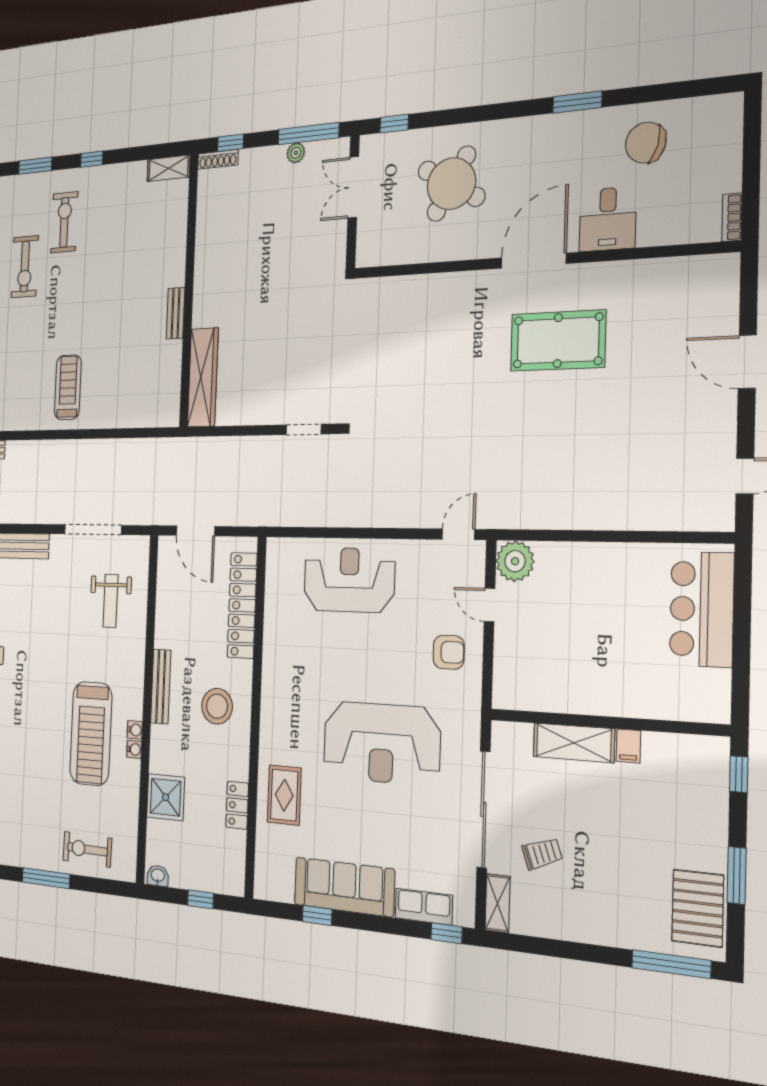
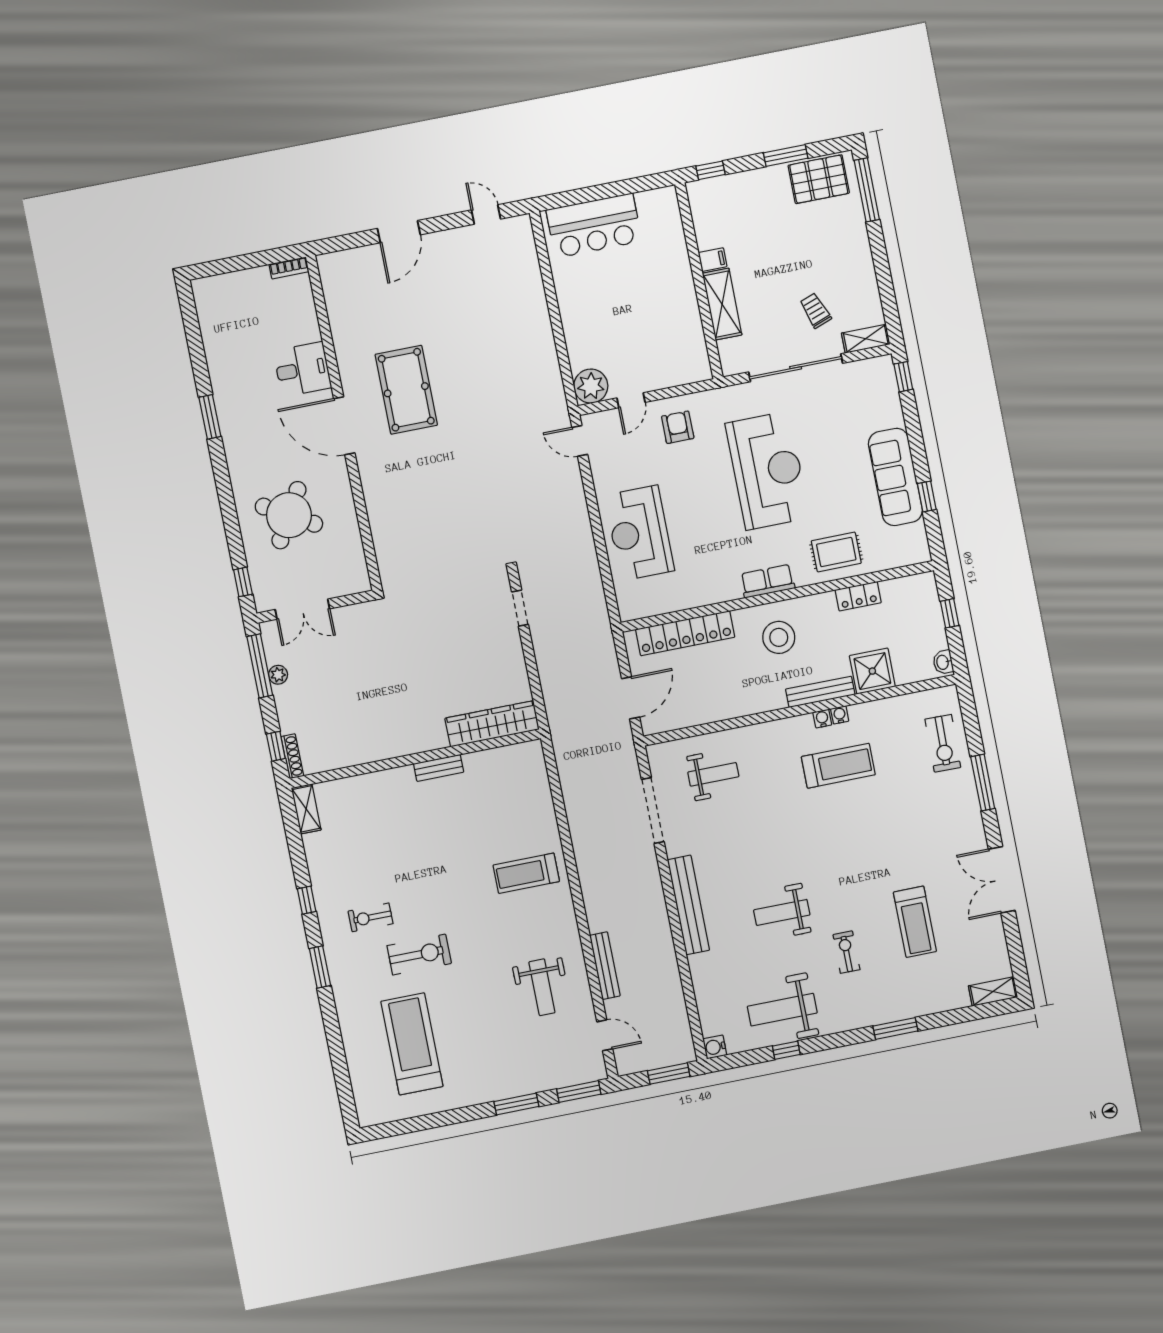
chair: (646, 143) -> (237, 351), removed
exercise bike: (64, 222) -> (371, 917), width x0.73, depth x0.72
bench: (161, 687) -> (820, 692), moved
treadmill: (91, 733) -> (838, 766), width x0.73, depth x0.73
row of seats: (424, 907) -> (767, 581), moved, turned 90

